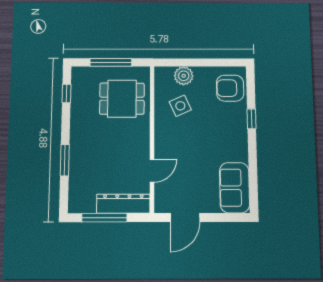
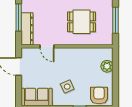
dining table: (122, 99) -> (81, 22), moved, turned 90
side table: (180, 106) -> (67, 87), moved

